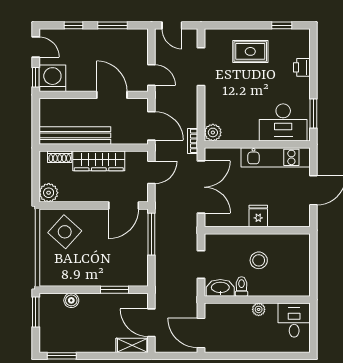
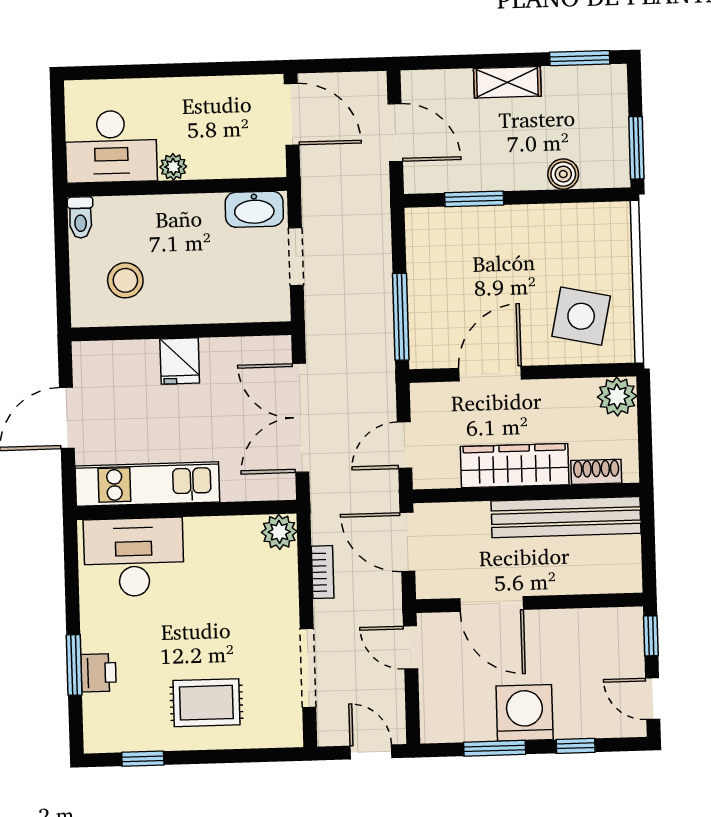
washing machine: (52, 78) -> (525, 713), moved, turned 180
window: (313, 114) -> (74, 665), moved
bookcase: (193, 141) -> (323, 572), moved
door: (124, 205) -> (490, 374), moved
side table: (65, 232) -> (581, 316), turned -30
stool: (259, 260) -> (125, 280), moved
toilet: (242, 286) -> (80, 217), moved
desk: (294, 320) -> (111, 146), width x1.37
shelving: (132, 345) -> (507, 82), moved

